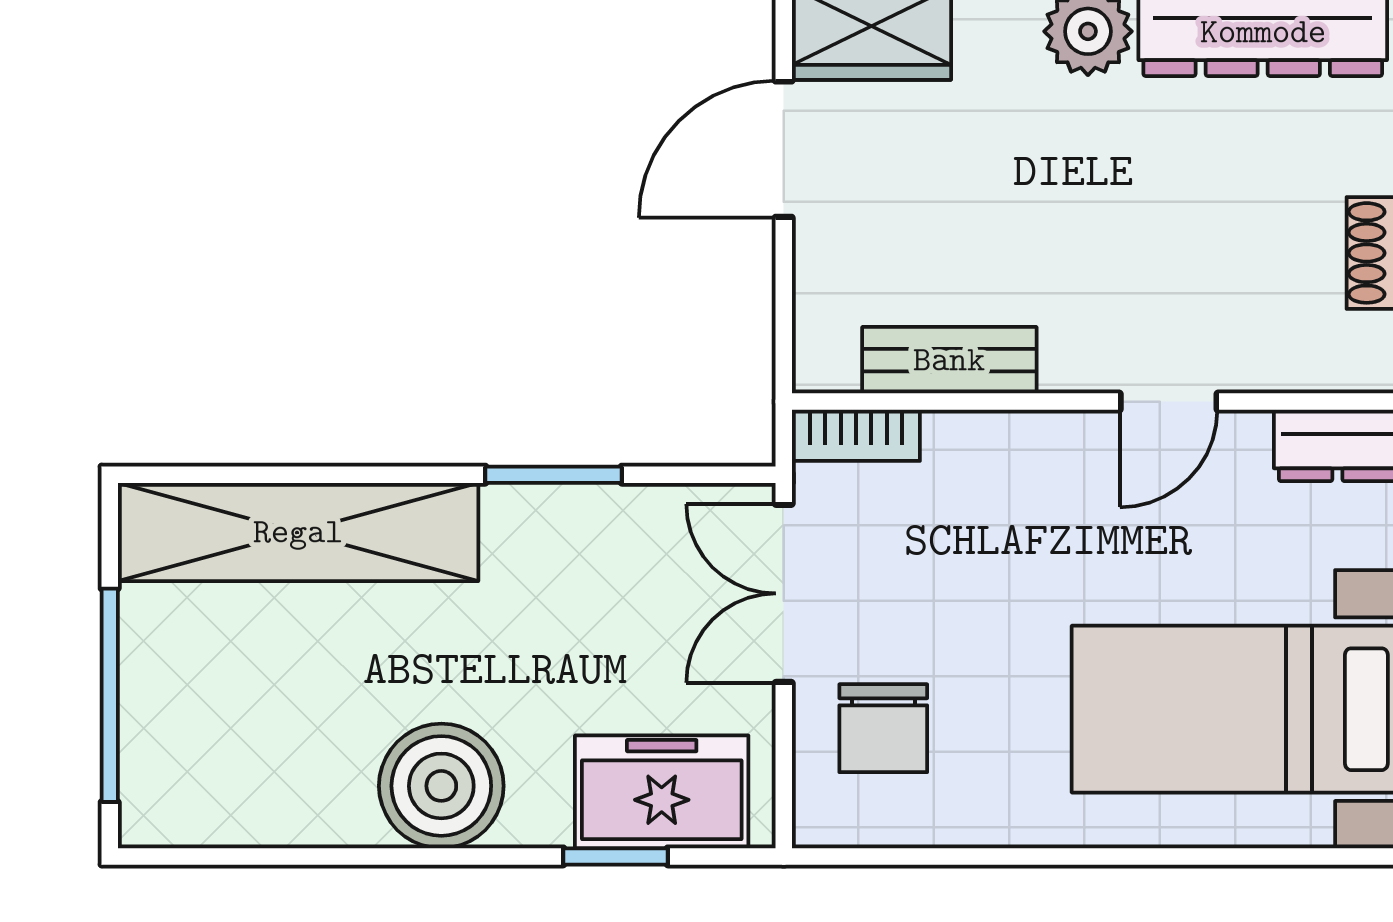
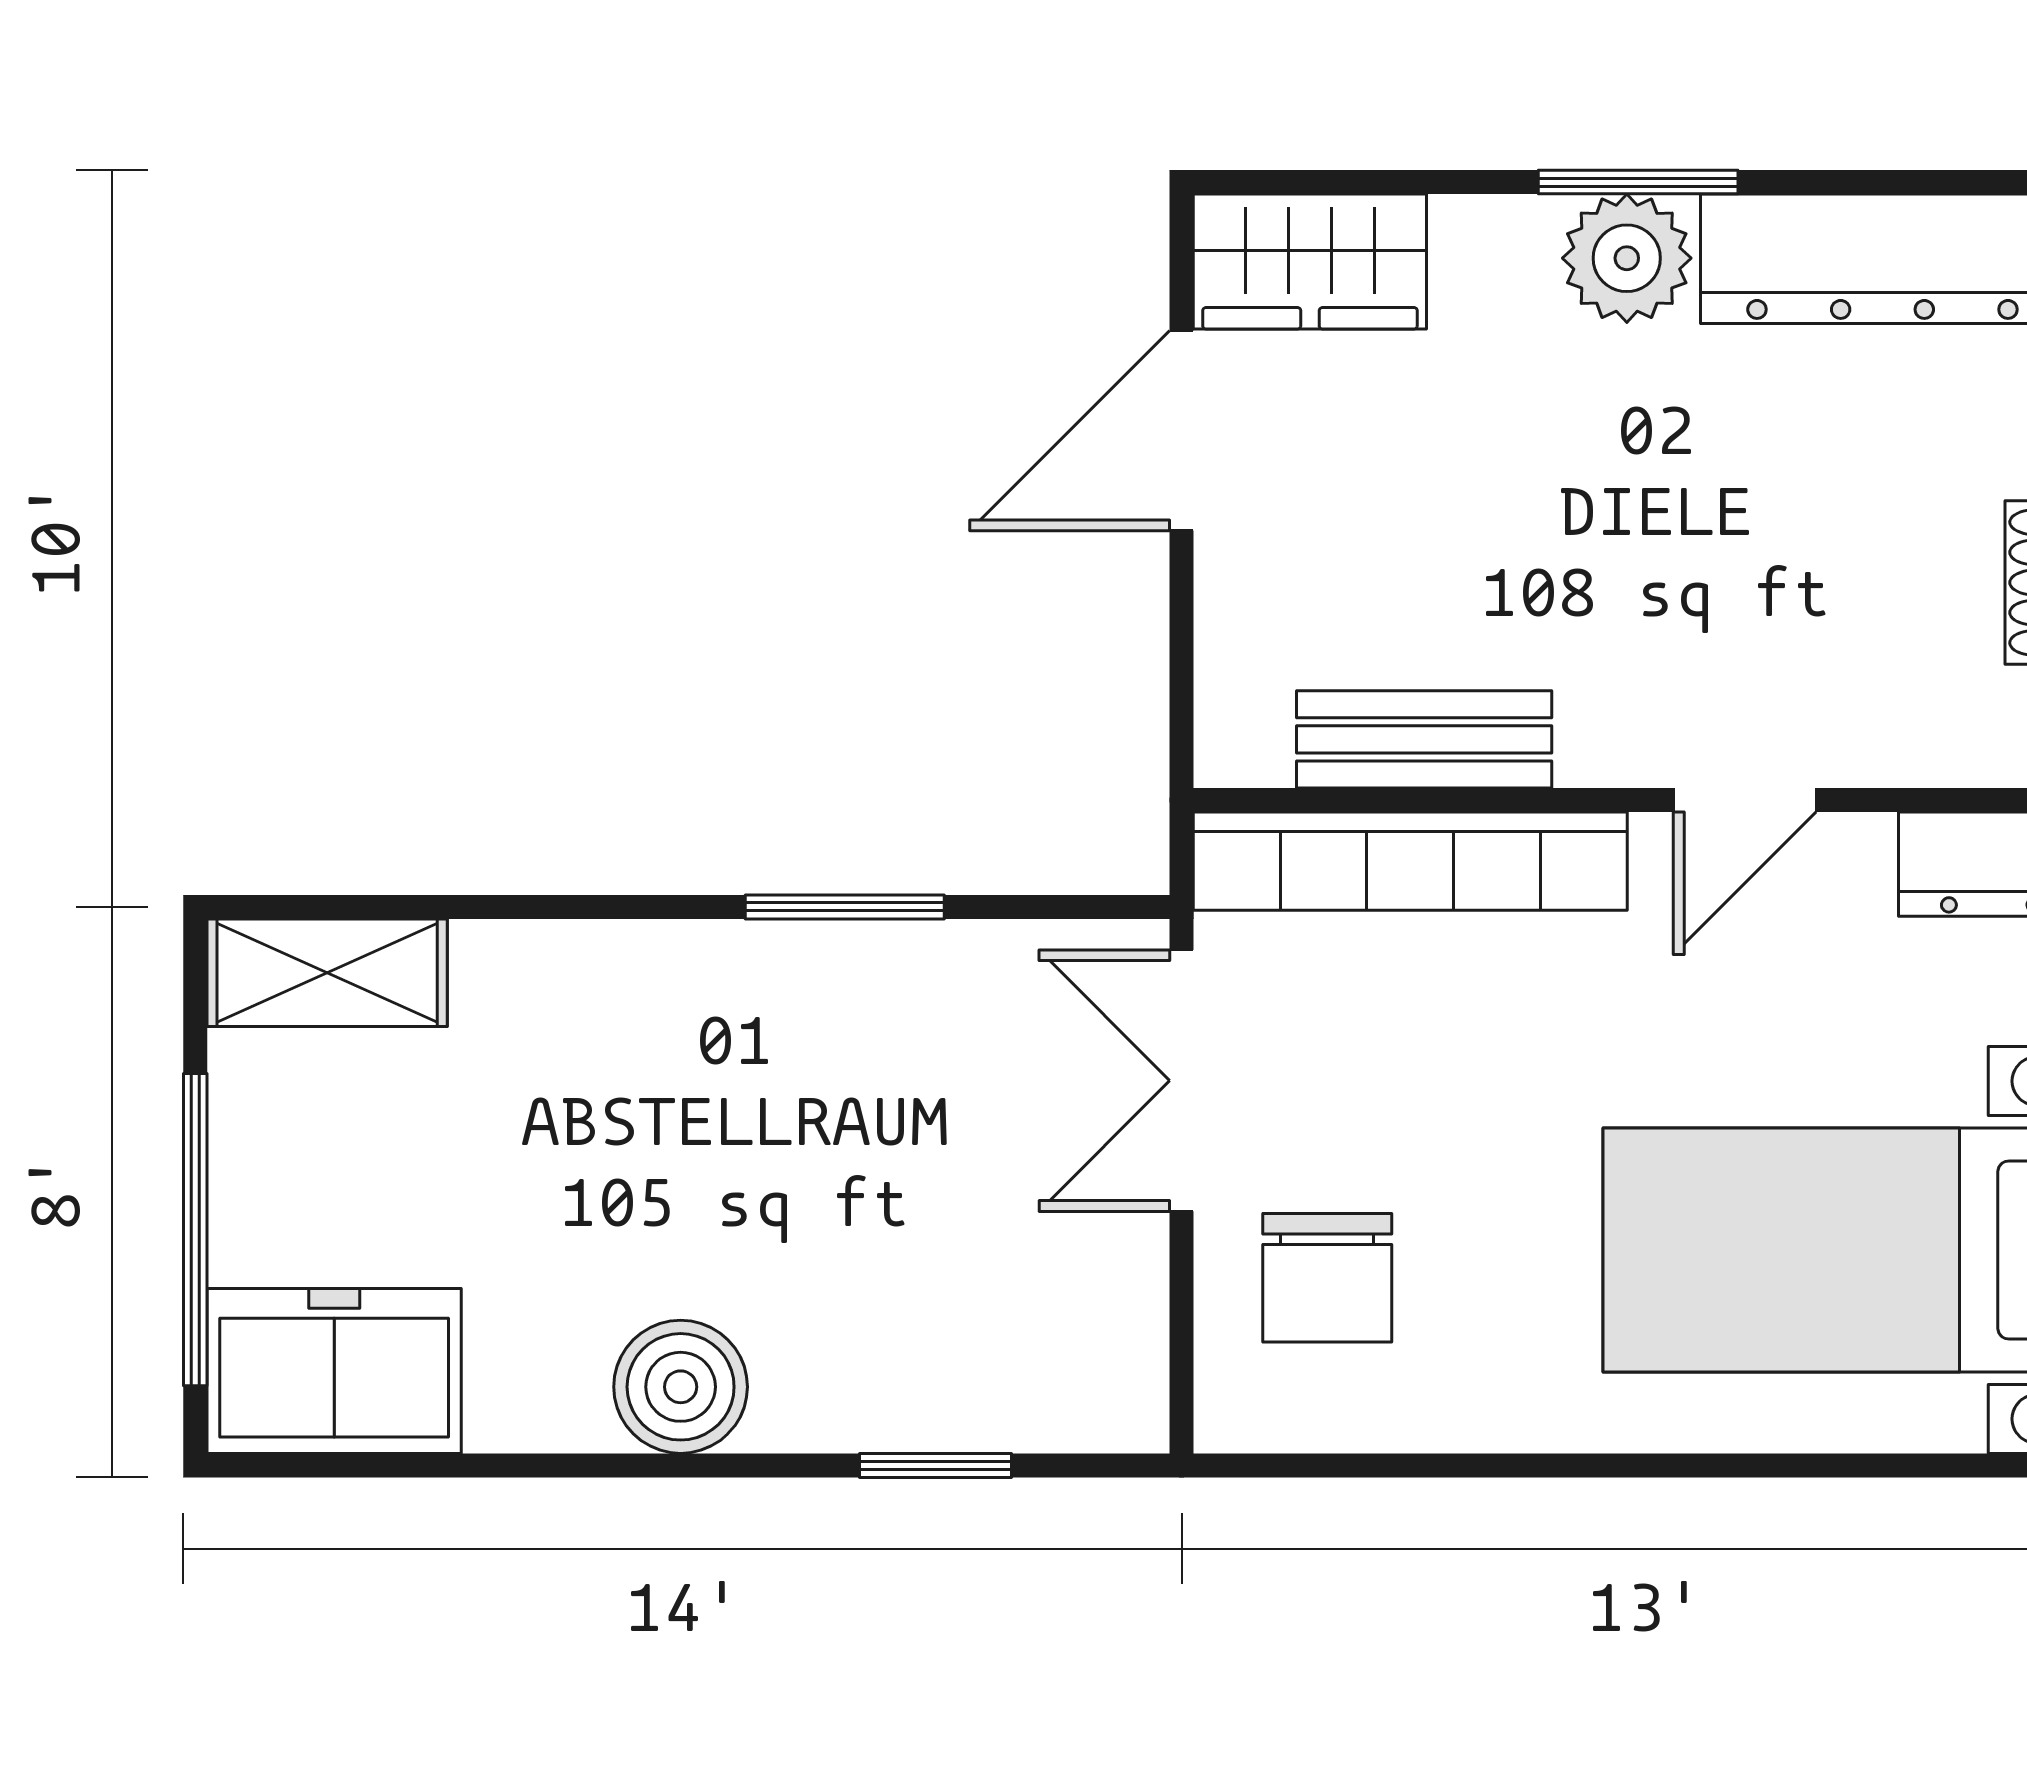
bookcase: (856, 435) -> (1410, 861), width x2.31, depth x1.31
shelving: (298, 532) -> (327, 973), width x0.45, depth x0.75
boiler: (441, 786) -> (681, 1387), width x0.73, depth x0.73
freezer: (662, 792) -> (334, 1371), moved

